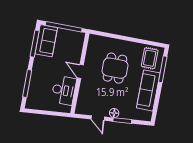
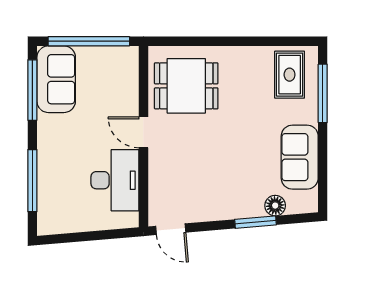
dining table: (115, 68) -> (186, 86), moved, turned 90
sofa: (148, 90) -> (300, 157), width x0.73
floor lamp: (114, 113) -> (275, 206), moved
door: (98, 118) -> (171, 229), moved

